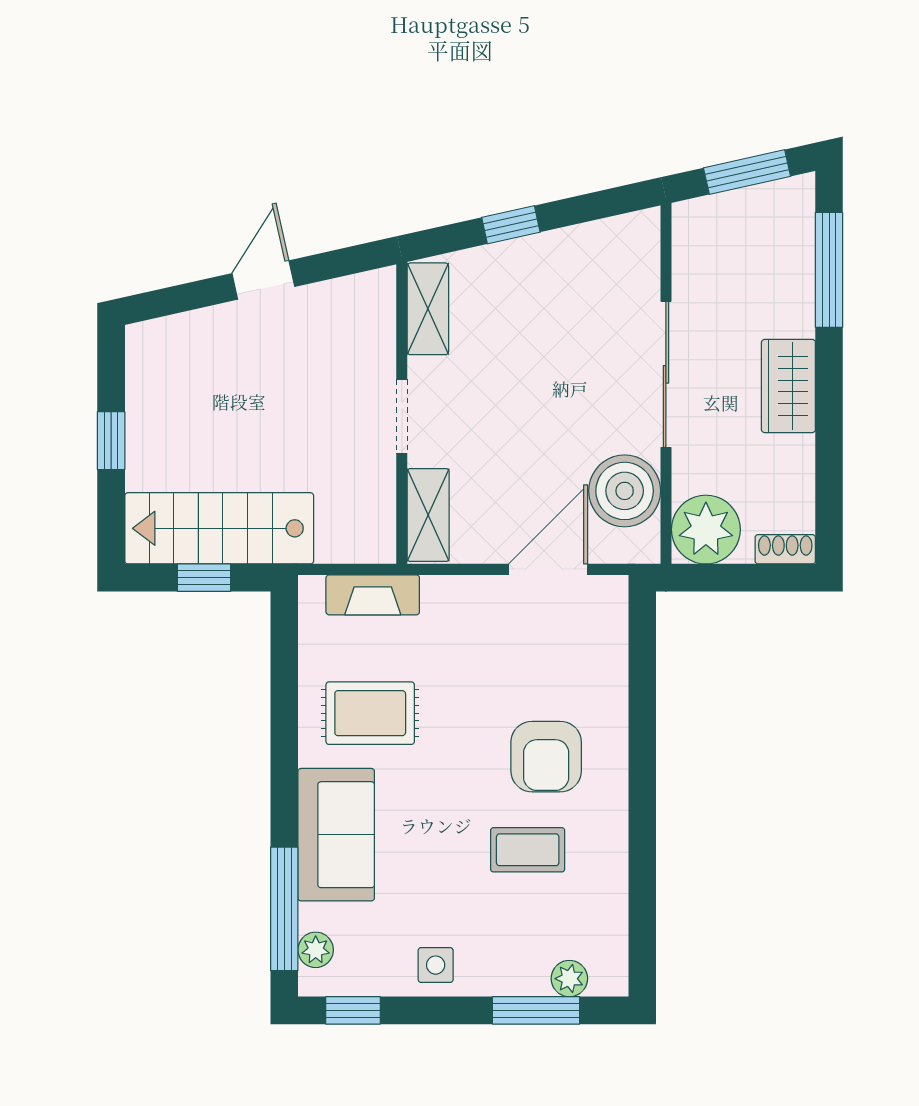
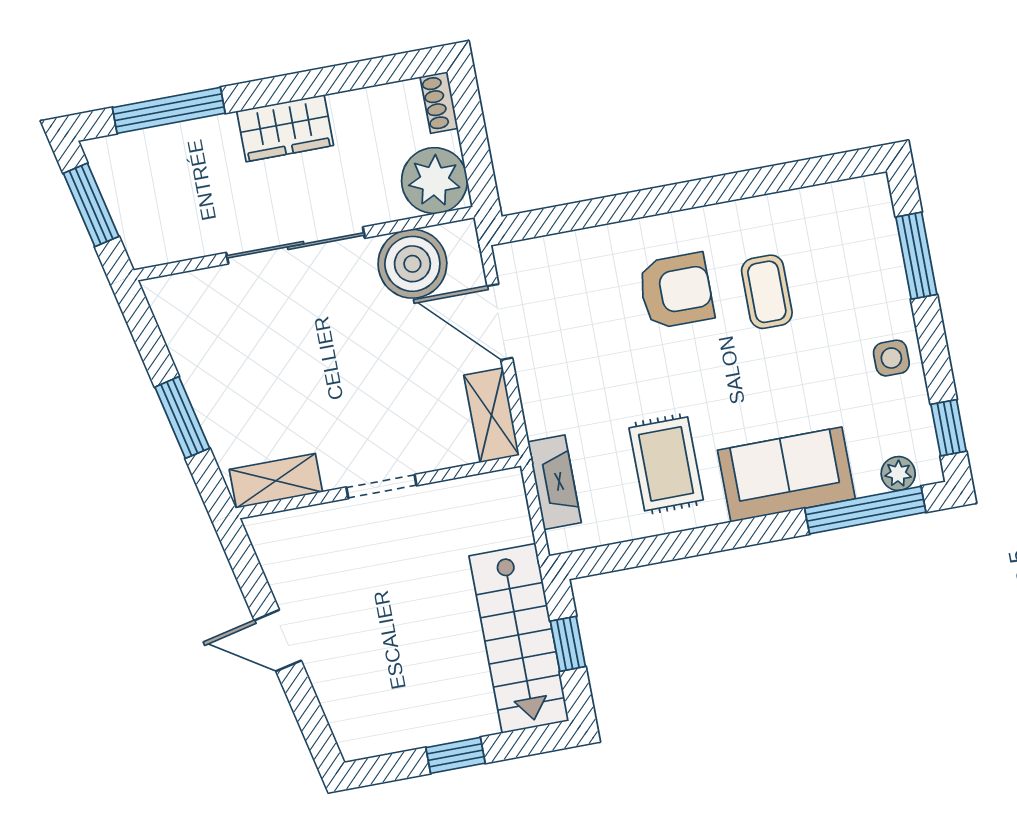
window: (511, 225) -> (182, 418), width x1.50
shelving: (428, 515) -> (491, 415), moved, turned 90
plant: (569, 979) -> (881, 230), removed

